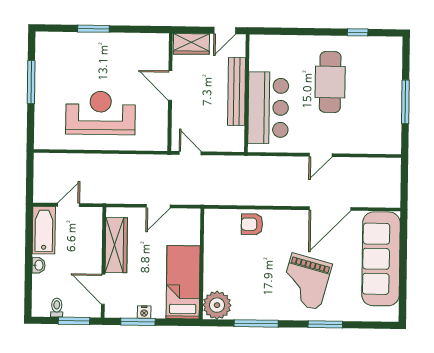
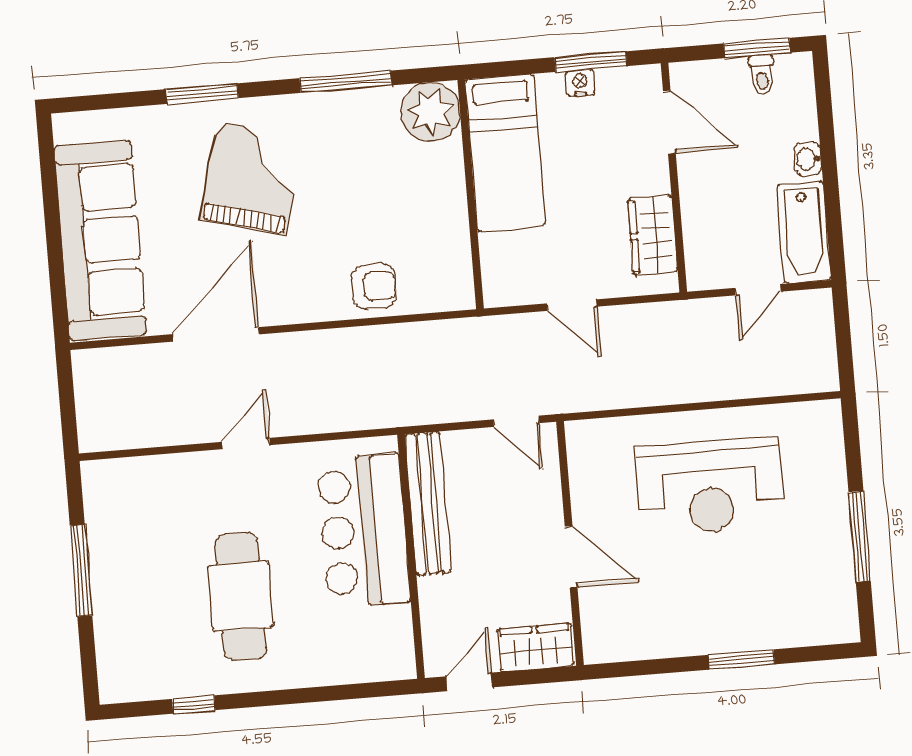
bench: (237, 91) -> (428, 503), moved
door: (158, 206) -> (572, 305), swing flipped
wardrobe: (116, 245) -> (653, 235), width x0.67
window: (74, 321) -> (757, 48), moved

